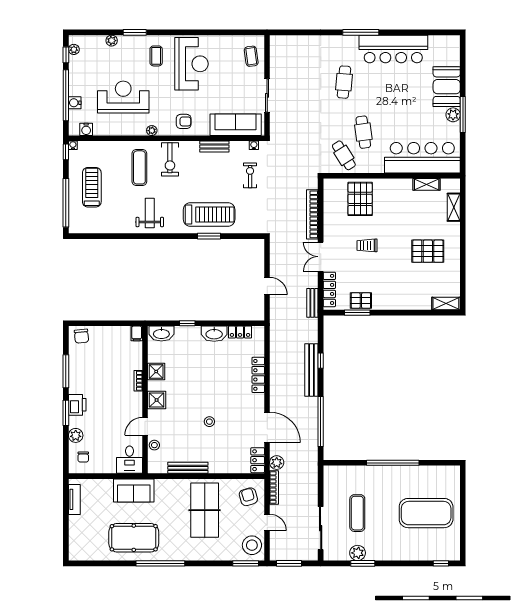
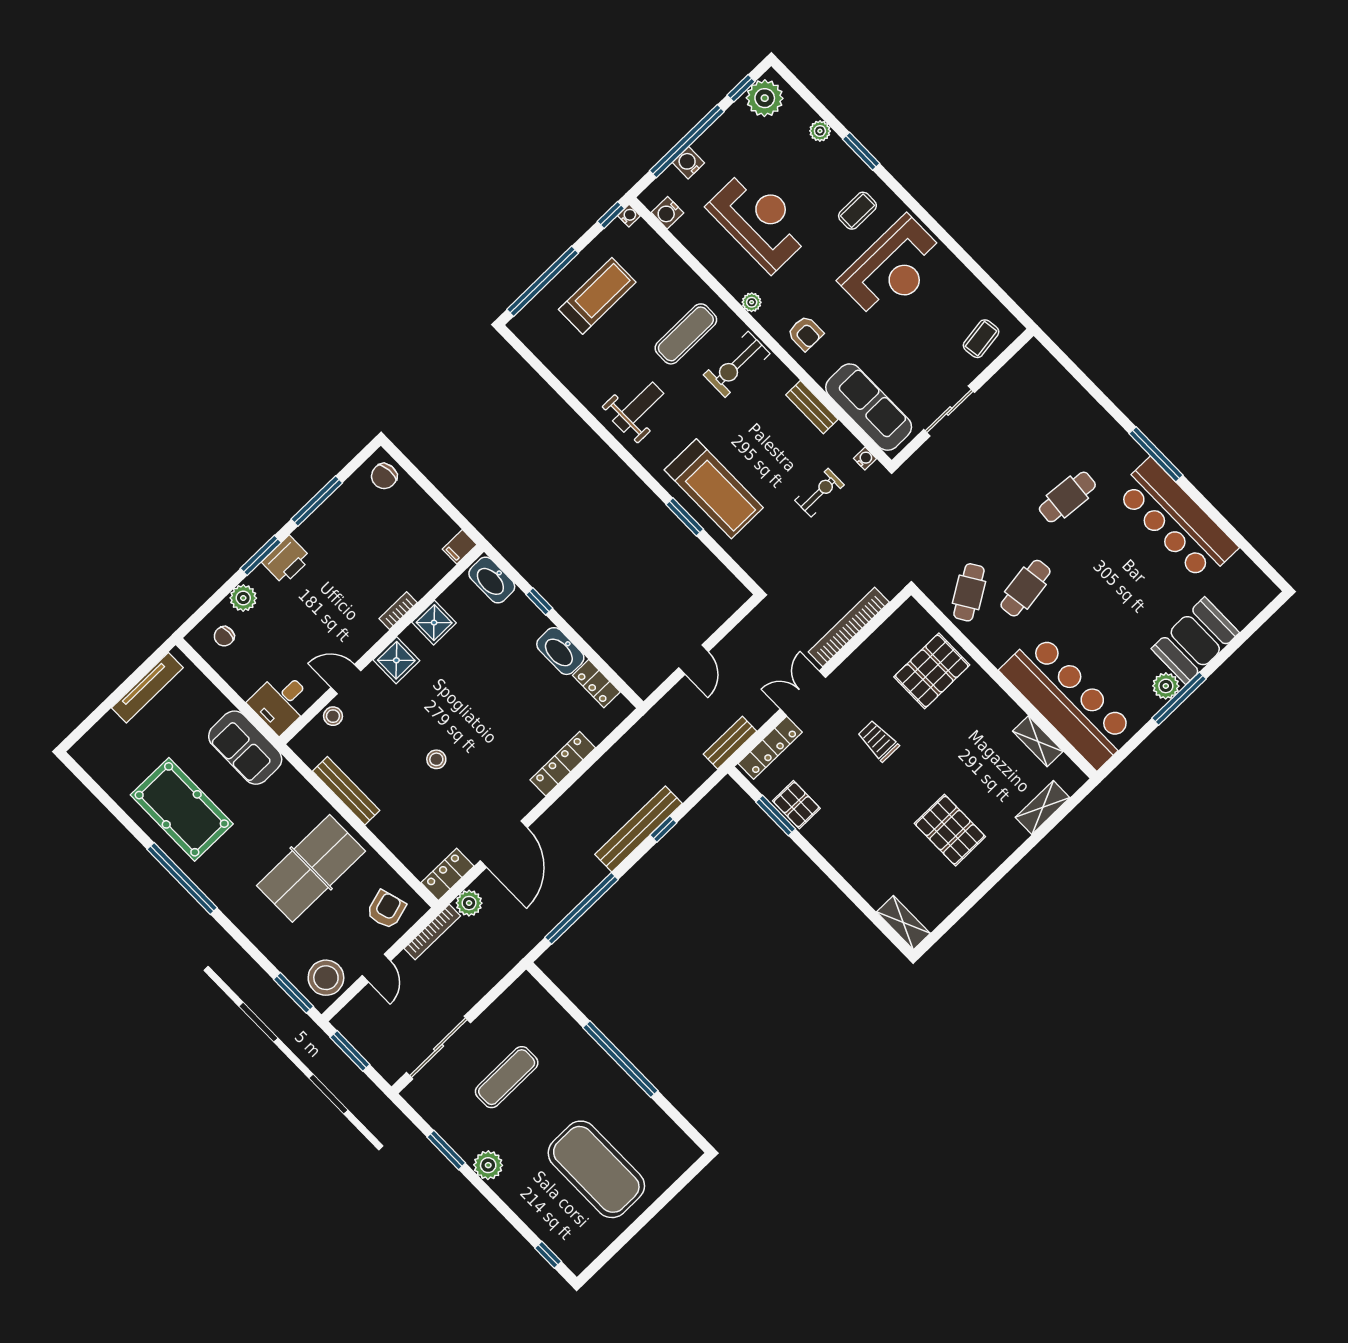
plant: (74, 49) -> (765, 98), width x1.88, depth x1.88
tv unit: (74, 499) -> (147, 688), width x1.41
plant: (358, 553) -> (488, 1165), moved

